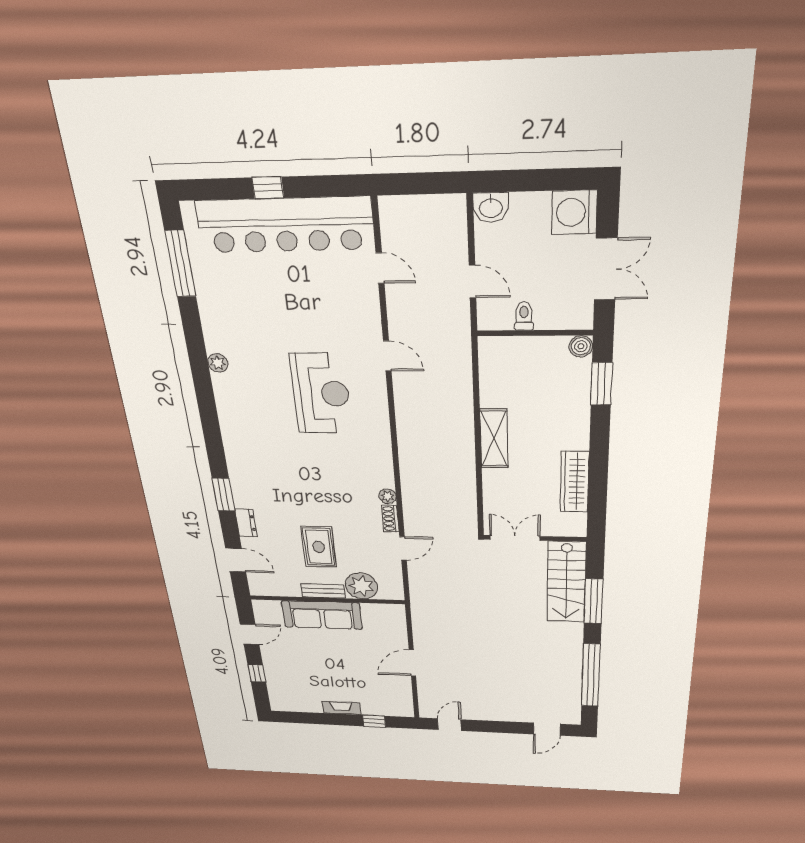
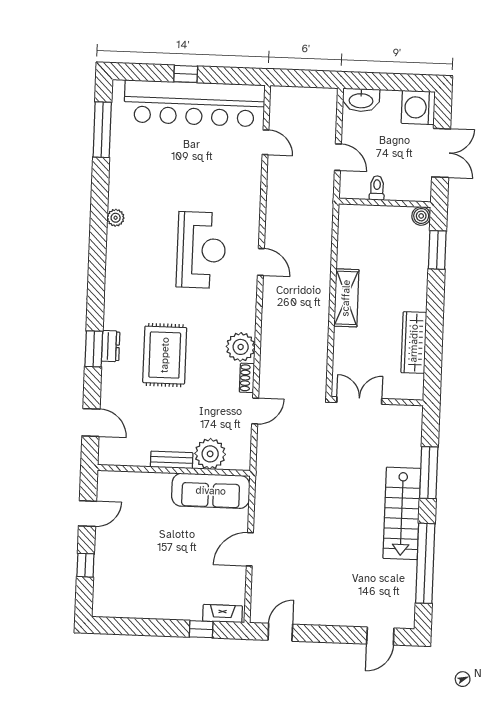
washbasin: (491, 207) -> (361, 100), width x1.38
door: (387, 356) -> (261, 262), moved
plant: (388, 496) -> (241, 347), width x1.88, depth x1.88
dresser: (246, 523) -> (111, 346), moved
rug: (319, 547) -> (165, 355), moved, width x1.36, depth x1.43
stairs: (566, 582) -> (402, 513), moved
sofa: (322, 615) -> (211, 491), moved
fireplace: (341, 708) -> (223, 614), moved

